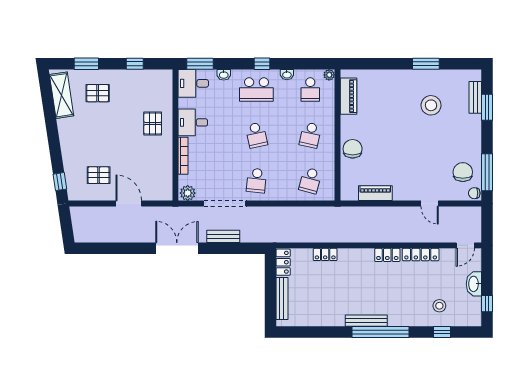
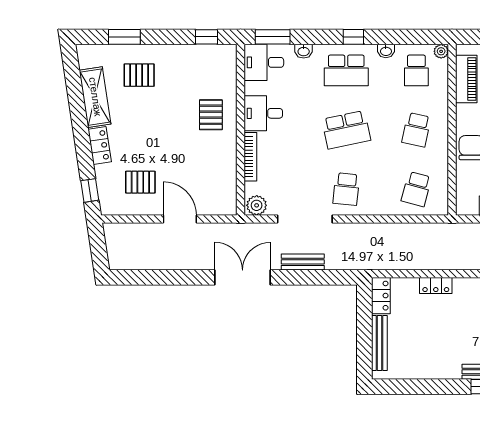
window: (135, 64) -> (206, 37), moved
shelving: (62, 95) -> (95, 97), moved
school desk: (256, 135) -> (346, 130), width x1.85
locker: (67, 147) -> (100, 146), added

